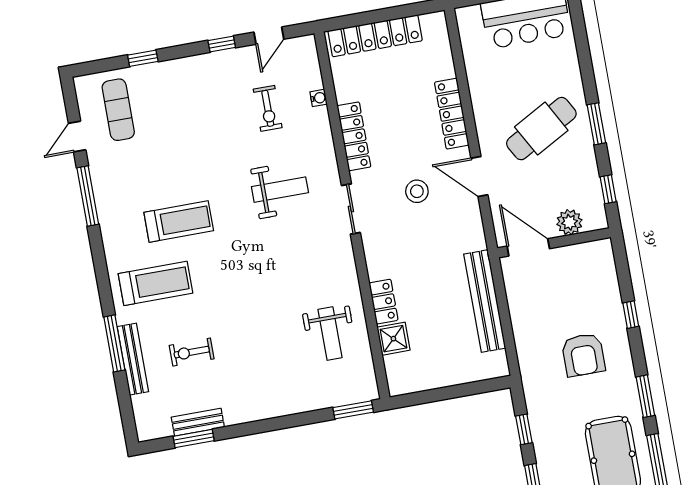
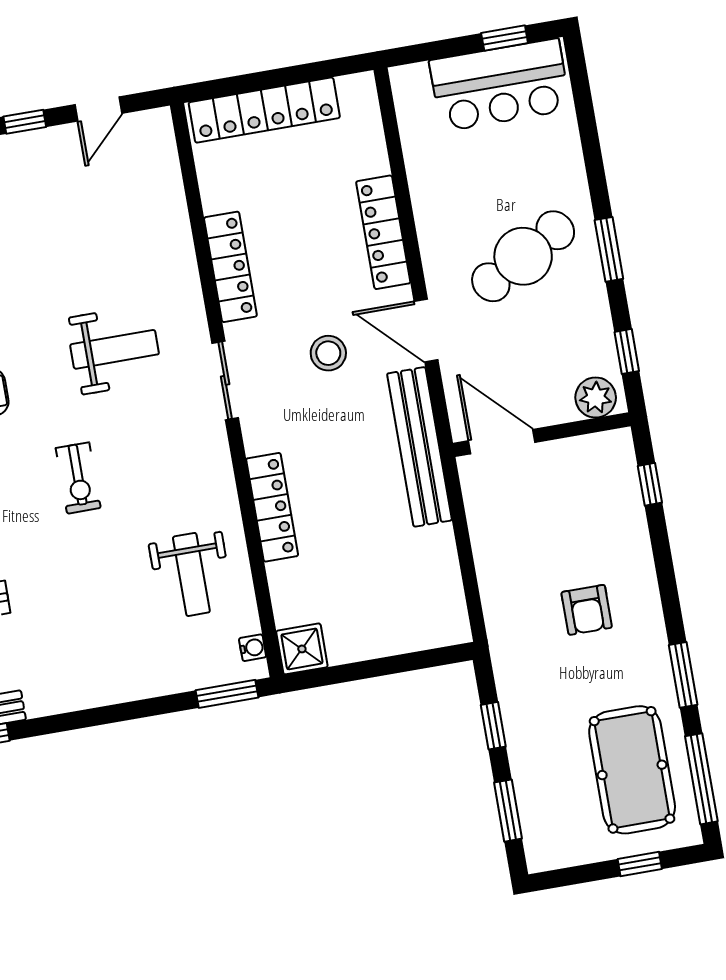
water cooler: (319, 98) -> (253, 648), moved
exercise bike: (268, 108) -> (78, 478), moved
plant: (569, 222) -> (596, 398), moved
bench: (485, 301) -> (419, 447), moved
locker: (384, 302) -> (272, 507), width x1.53
window: (631, 315) -> (650, 484), moved
shower: (393, 339) -> (302, 649), moved
armchair: (583, 355) -> (587, 610), width x0.72, depth x0.72

